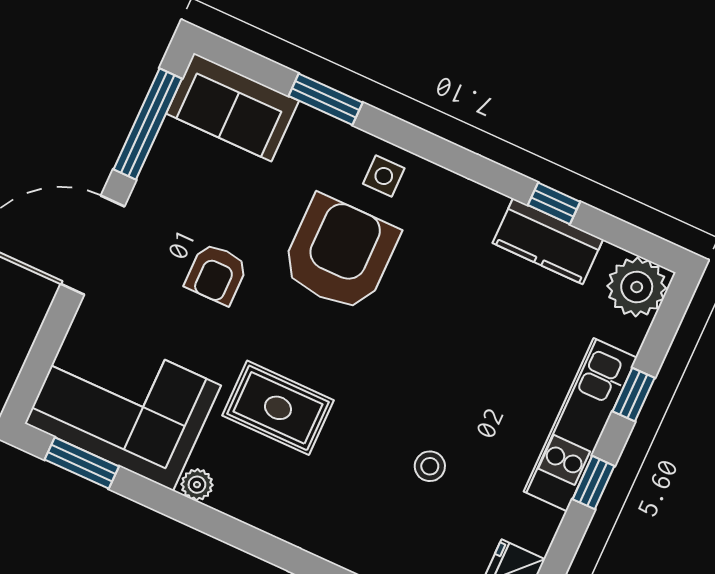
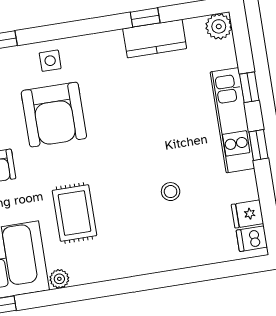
armchair: (340, 254) -> (54, 115), turned 180
plant: (637, 287) -> (219, 26), width x0.73, depth x0.73
rug: (278, 408) -> (74, 213), turned 90

